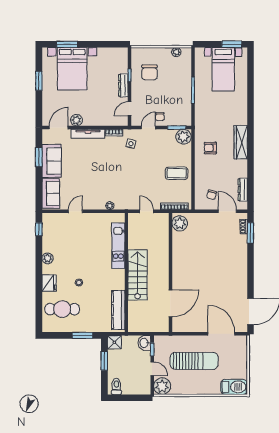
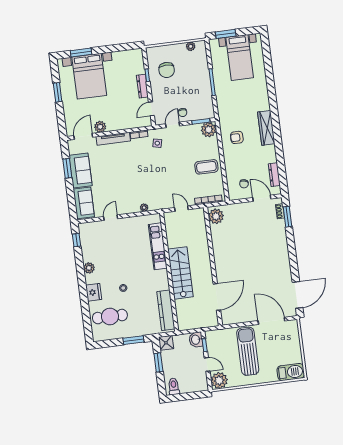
window: (232, 44) -> (226, 34), moved
sun lounger: (194, 361) -> (248, 351), turned -90

